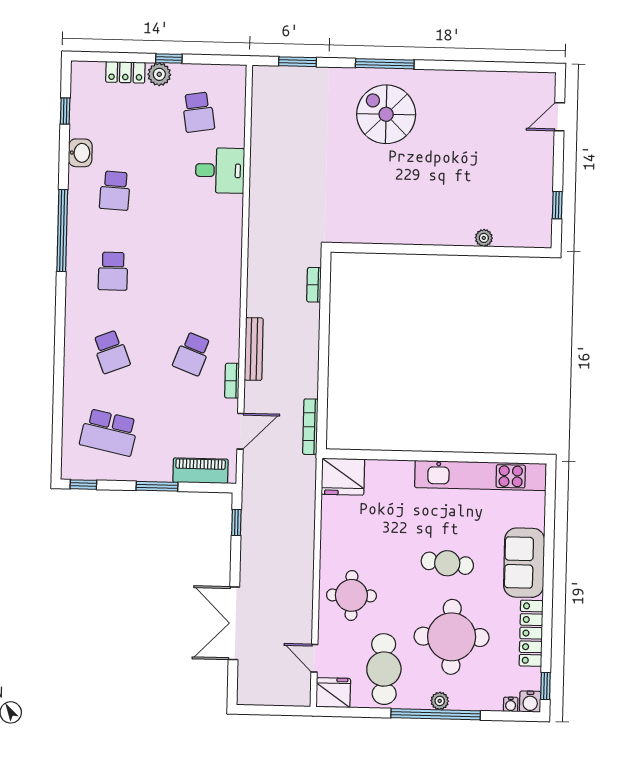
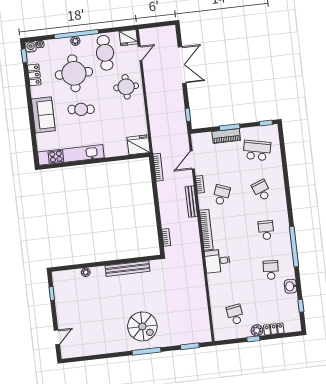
desk: (220, 170) -> (217, 261), moved
bench: (399, 234) -> (128, 269), added
bookcase: (232, 289) -> (206, 230), added
piano: (200, 471) -> (226, 136), moved
locker: (531, 633) -> (34, 75), width x0.66
door: (314, 658) -> (140, 53), hinge flipped

